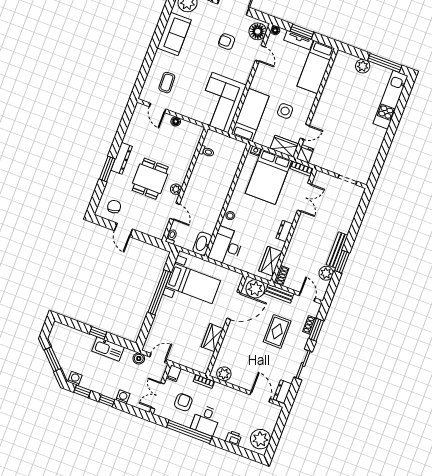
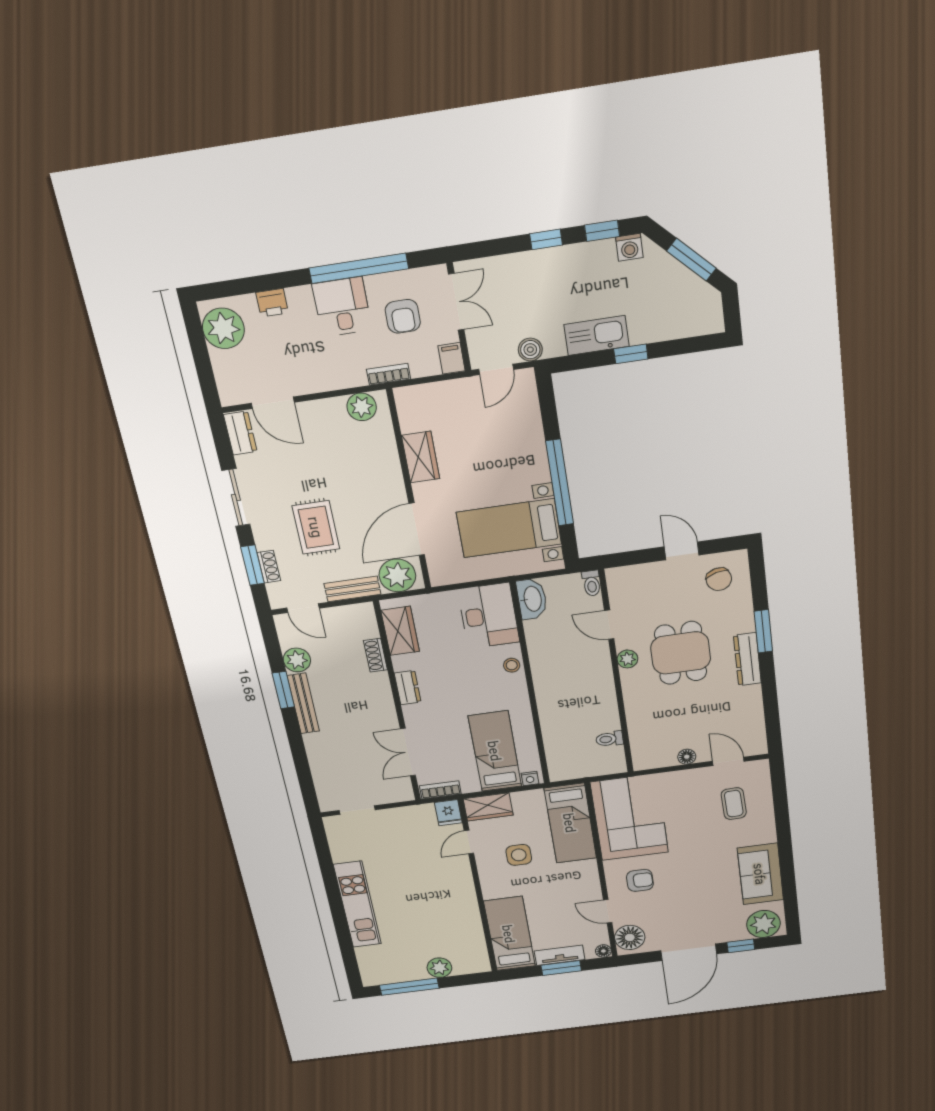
armchair: (227, 42) -> (640, 880), moved
kitchen unit: (390, 100) -> (357, 904), moved
bed: (268, 177) -> (495, 751), width x0.67
shoe rack: (281, 275) -> (375, 655), moved
washing machine: (123, 397) -> (520, 264), removed

